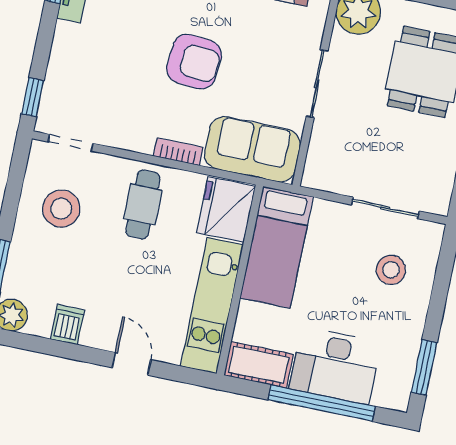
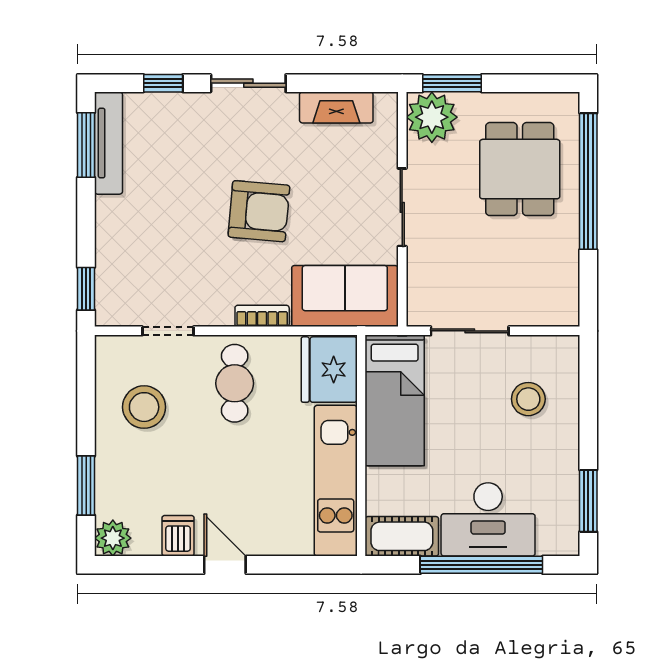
doorway: (70, 143) -> (168, 331), moved
sliding door: (385, 208) -> (470, 331), moved
door: (132, 364) -> (225, 565), moved

